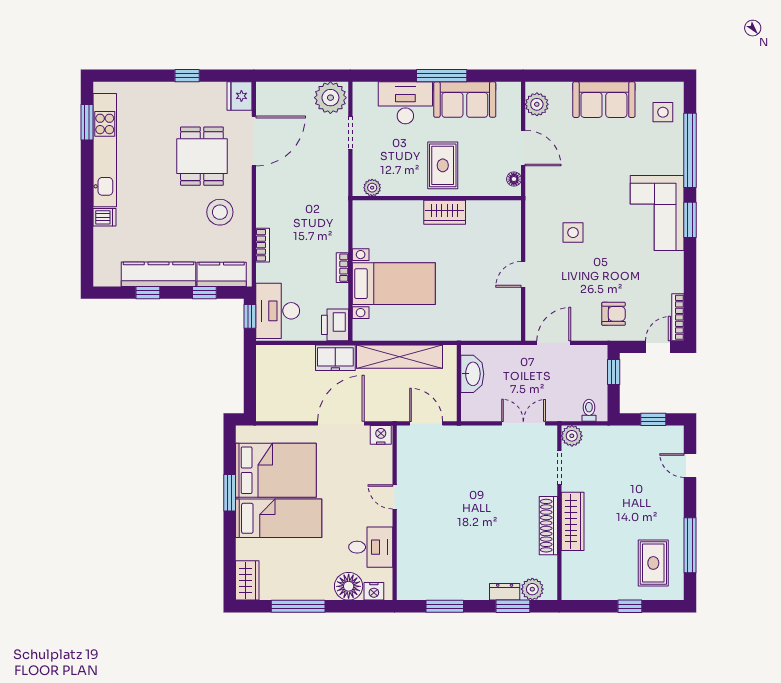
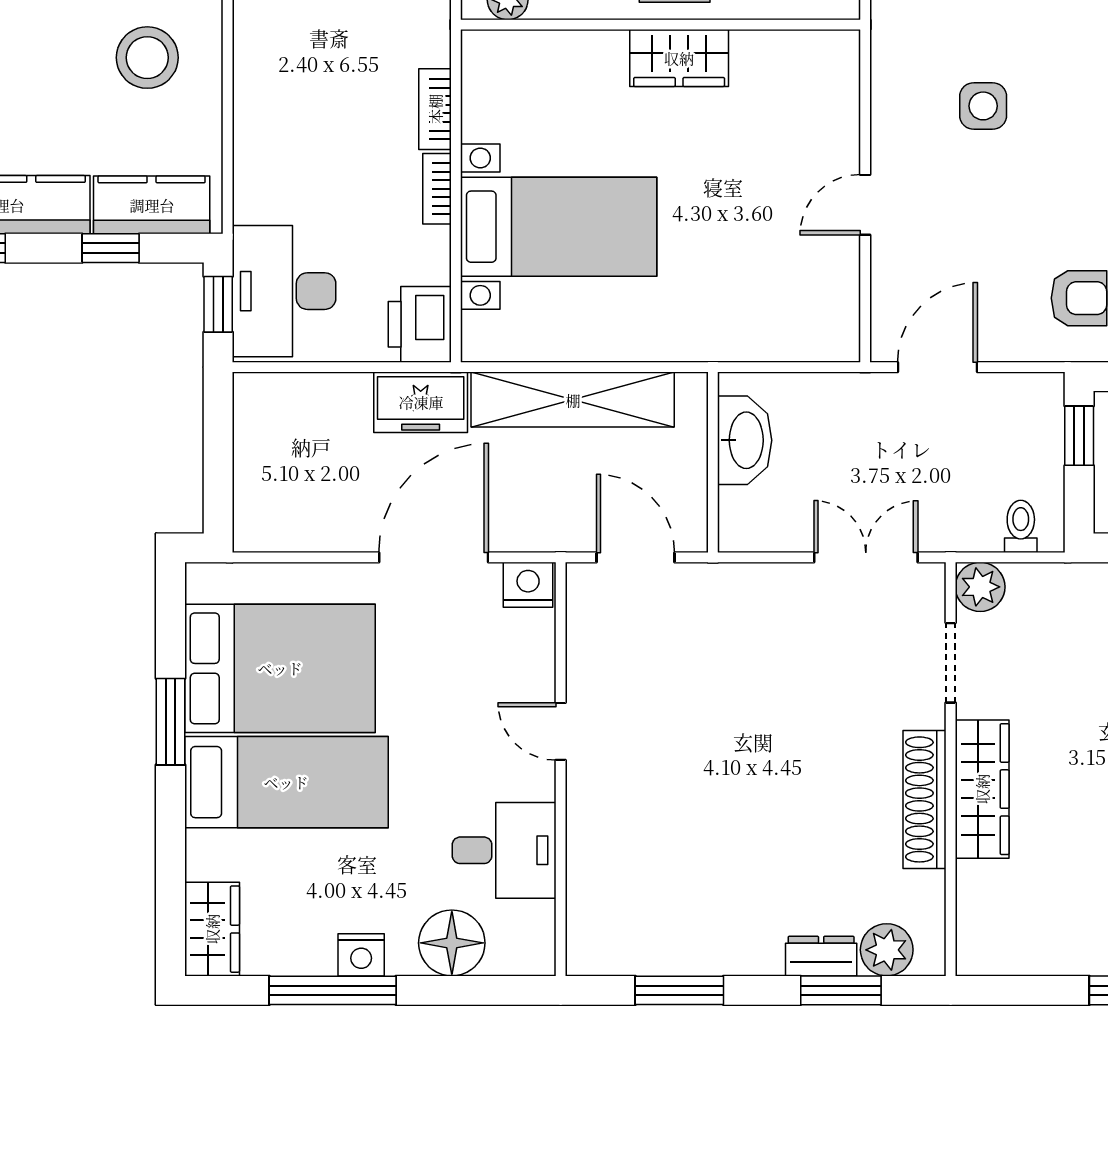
bookcase: (263, 245) -> (435, 109), moved, turned 180
nightstand: (374, 591) -> (361, 955), moved

